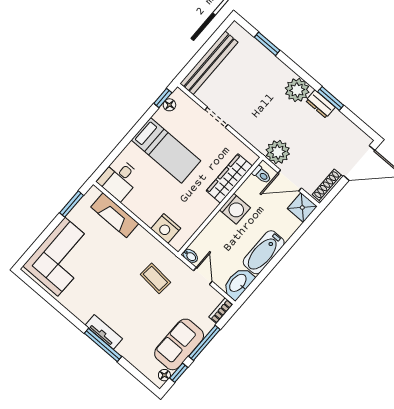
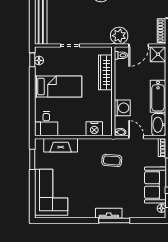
washing machine: (235, 209) -> (122, 108), moved

